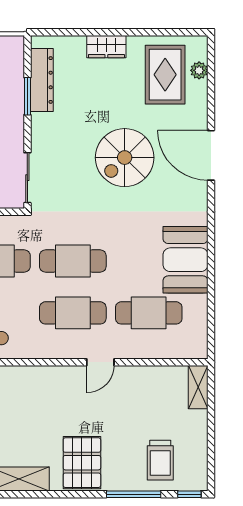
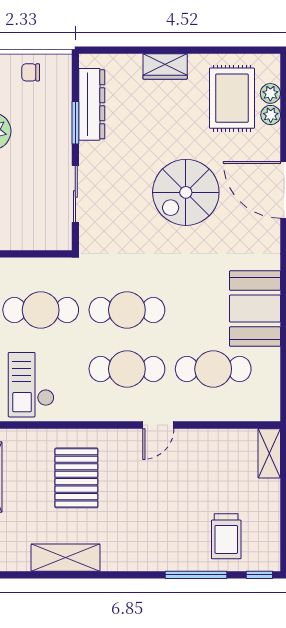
plant: (199, 89) -> (271, 115), added
sliding door: (27, 178) -> (75, 194), moved
pallet: (82, 463) -> (76, 478), moved

